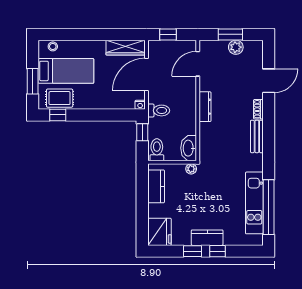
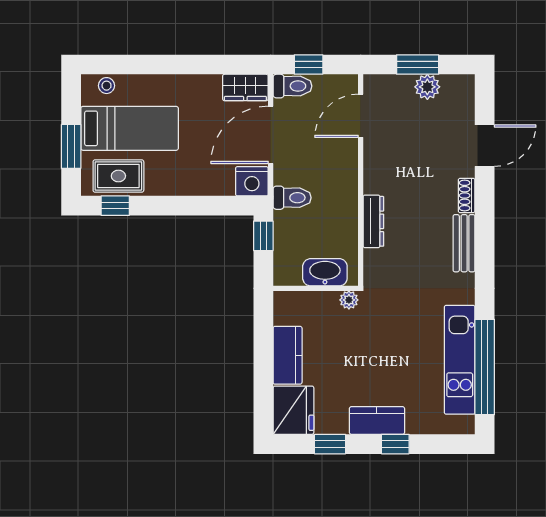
wardrobe: (126, 48) -> (245, 87), width x0.67
nightstand: (140, 105) -> (252, 181), width x1.89, depth x1.79
dresser: (205, 107) -> (373, 221), moved
washbasin: (189, 148) -> (325, 272), moved, turned 90
toilet: (157, 150) -> (292, 86), moved, turned 90
kitchen counter: (156, 186) -> (288, 355), moved
window: (192, 251) -> (330, 444), moved

